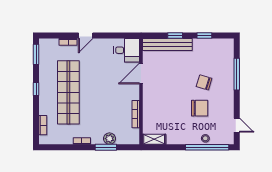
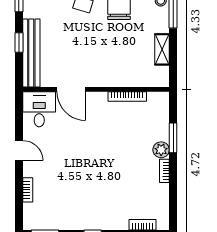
door: (86, 36) -> (19, 150), moved
shop shelf: (68, 92) -> (97, 190), removed
plant: (109, 139) -> (161, 150), moved
shelving: (154, 139) -> (162, 49), moved

